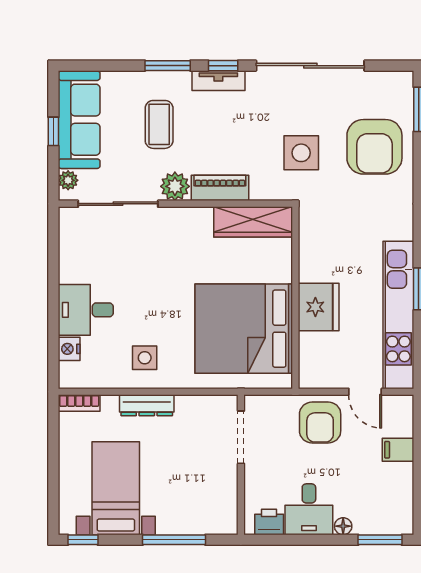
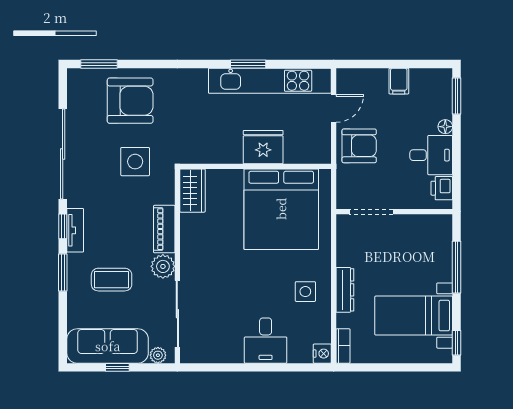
wardrobe: (253, 222) -> (192, 191), width x0.67
nightstand: (69, 349) -> (322, 354), moved, turned -90
filing cabinet: (398, 450) -> (399, 81), moved

